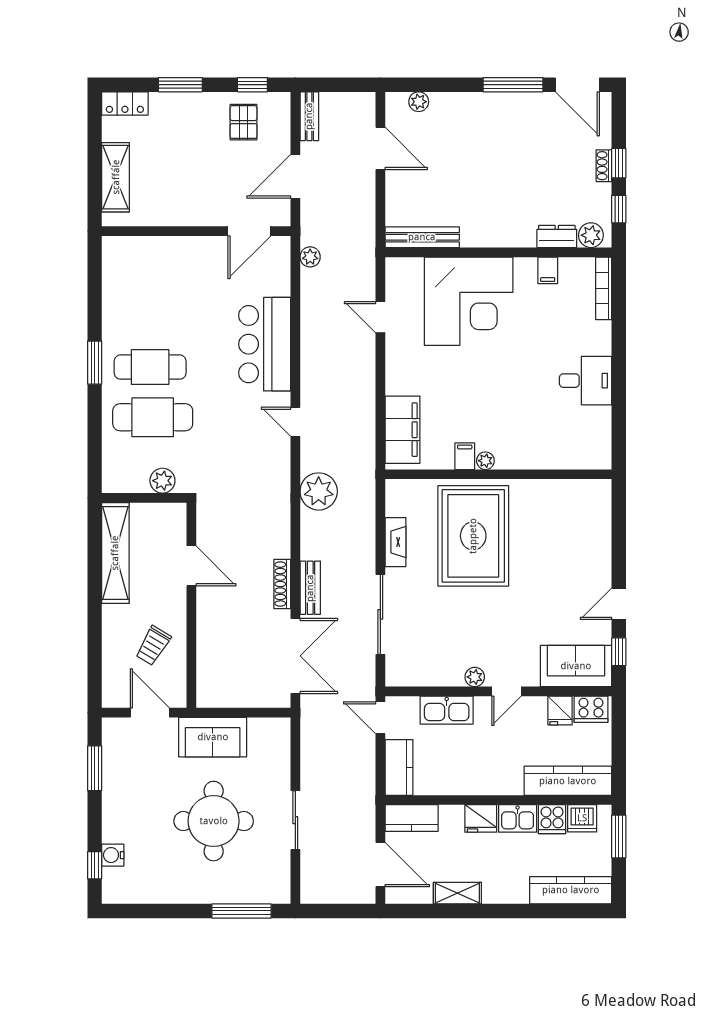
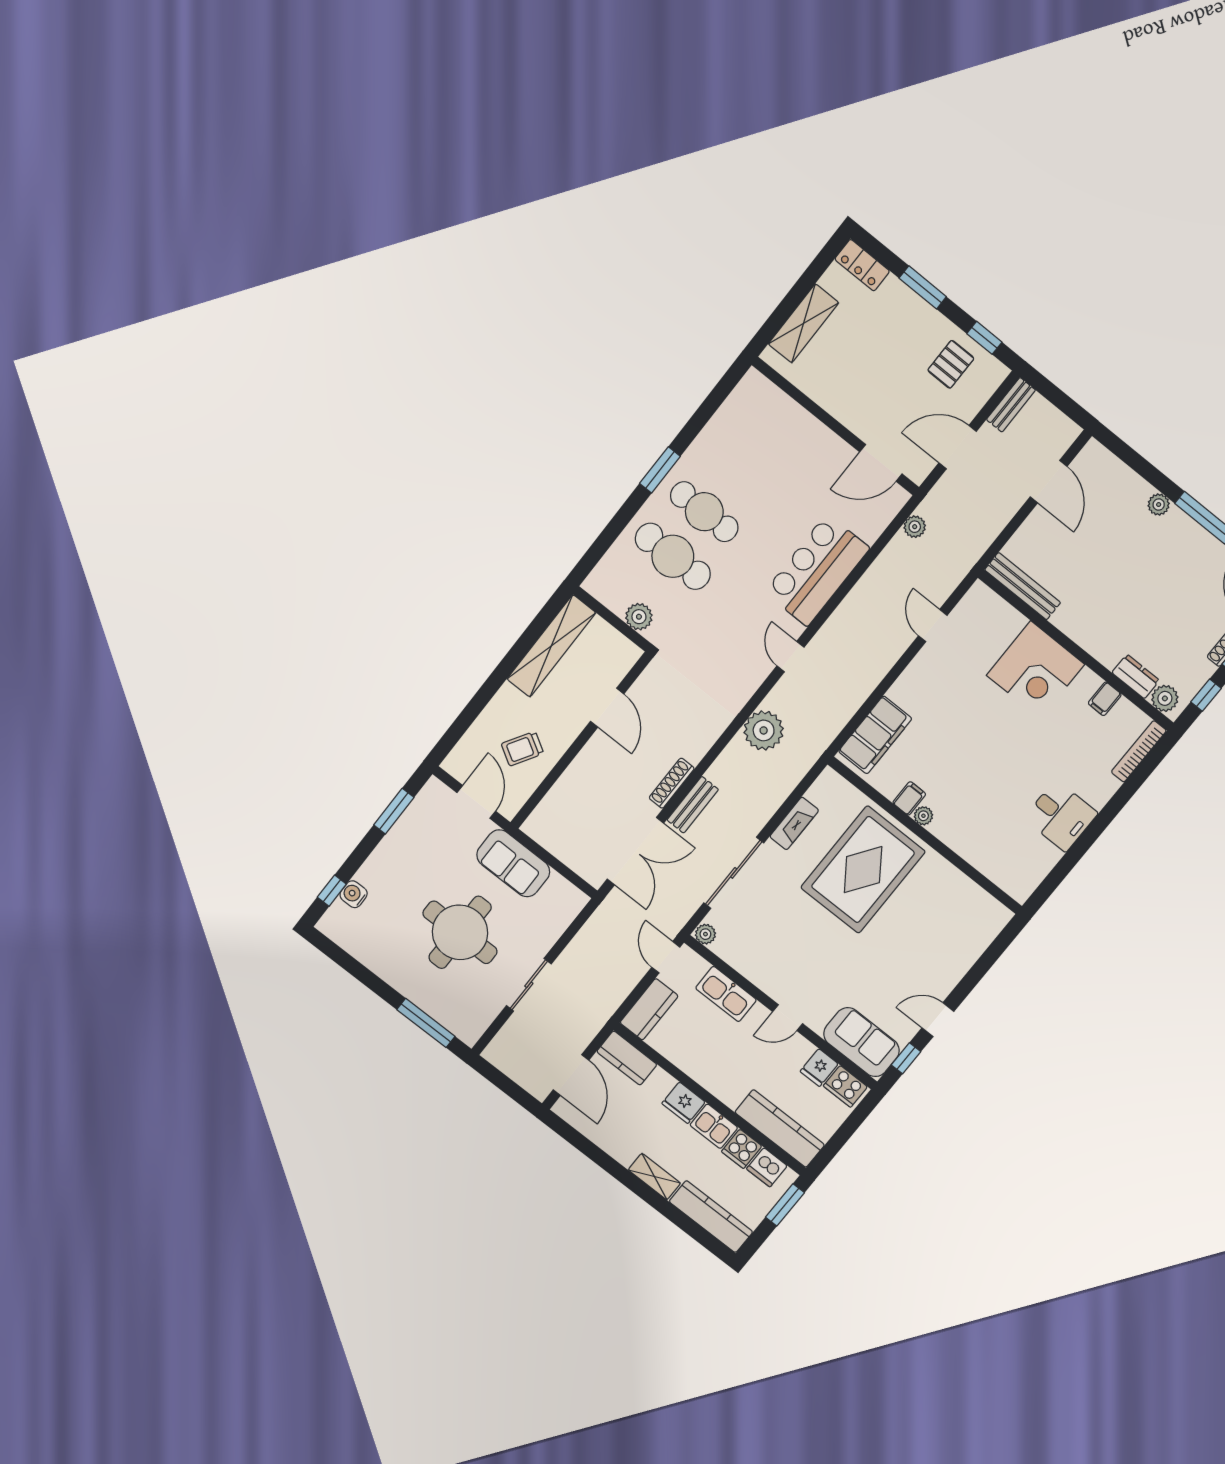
plant: (419, 102) -> (1159, 505), moved
corner desk: (469, 301) -> (1035, 670), width x0.74, depth x0.74
plant: (475, 677) -> (705, 934), moved
shelving: (457, 893) -> (654, 1177), moved

